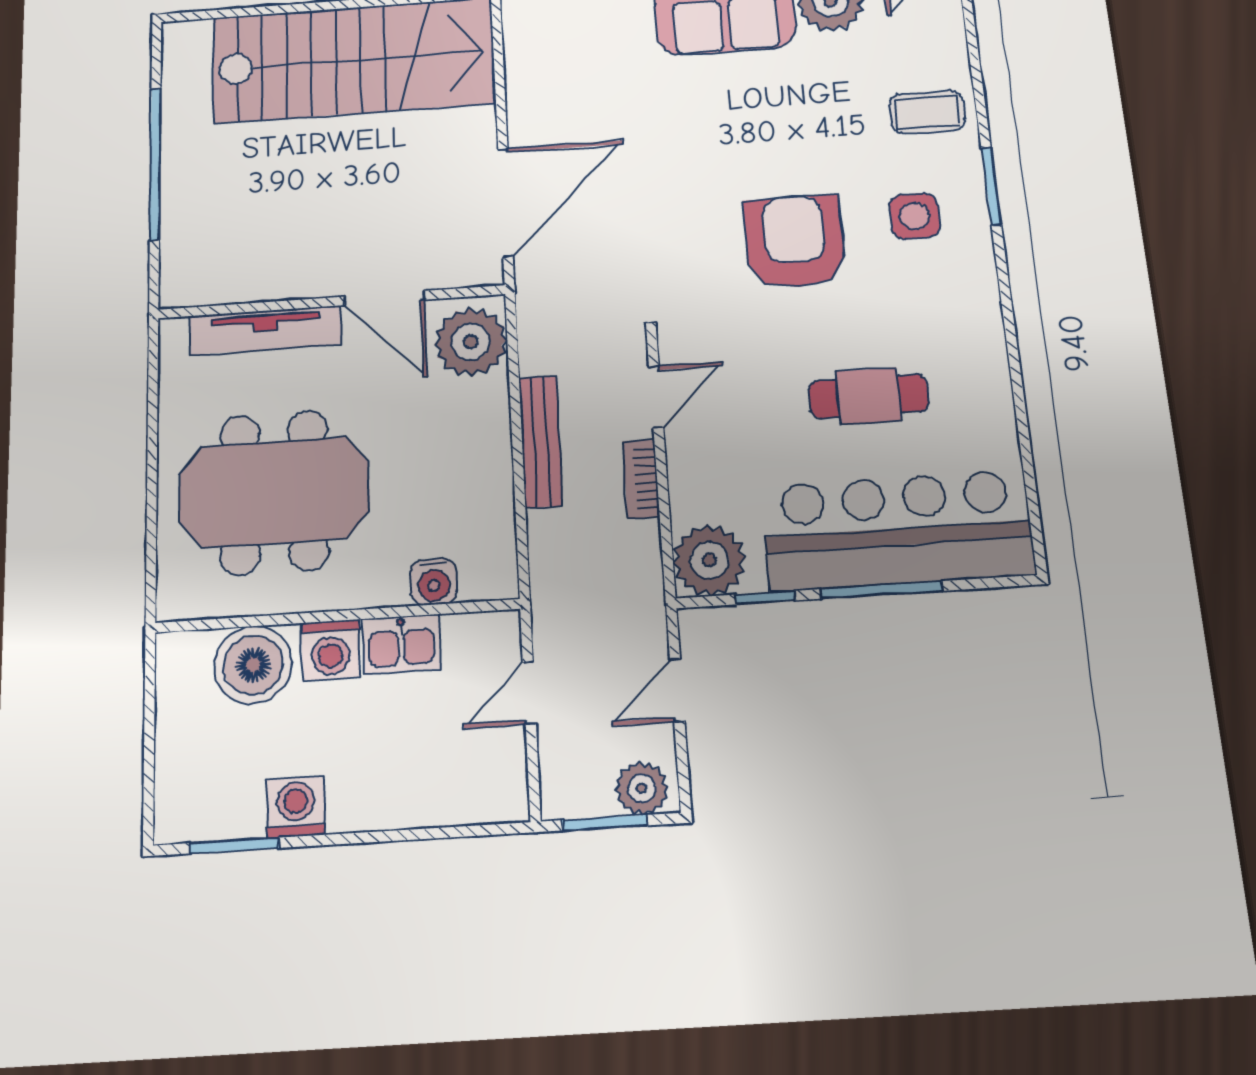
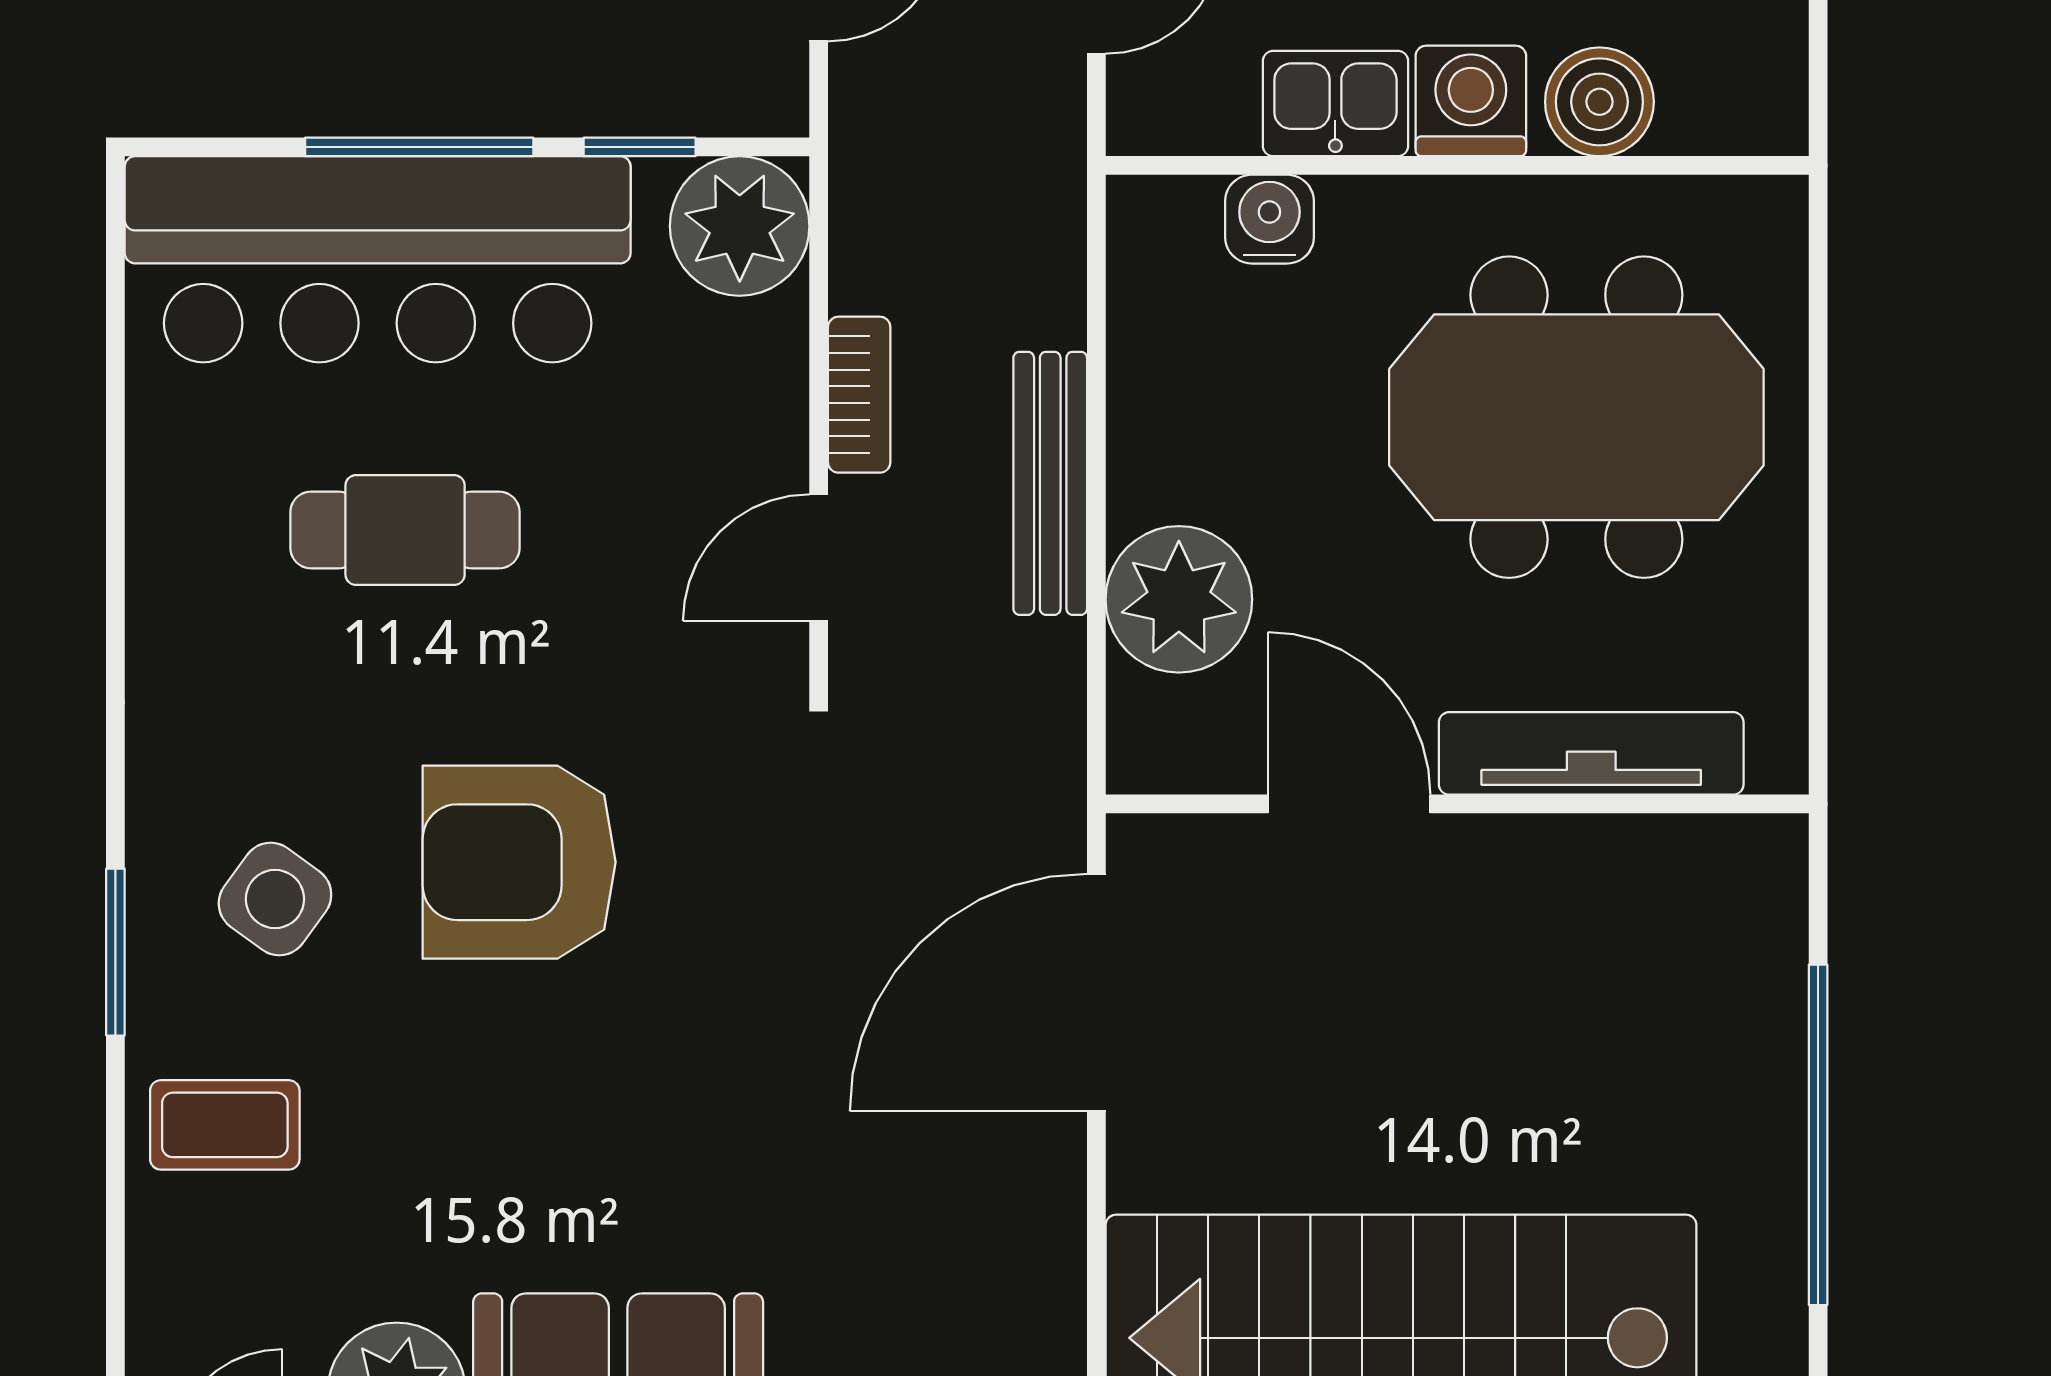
side table: (915, 216) -> (275, 899), turned 36
armchair: (795, 242) -> (519, 862), turned 90
plant: (471, 342) -> (1179, 599), moved
boiler: (253, 665) -> (1599, 102), width x0.73, depth x0.73

